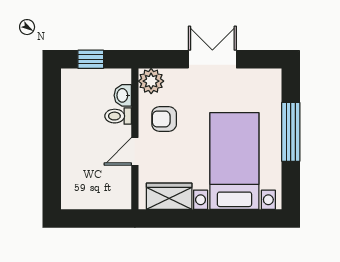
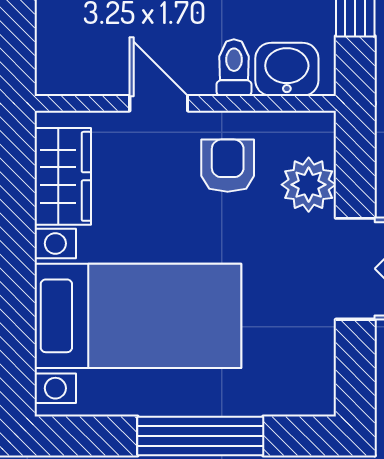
plant: (151, 81) -> (309, 185), moved
washbasin: (123, 95) -> (287, 69), width x1.38, depth x1.45

